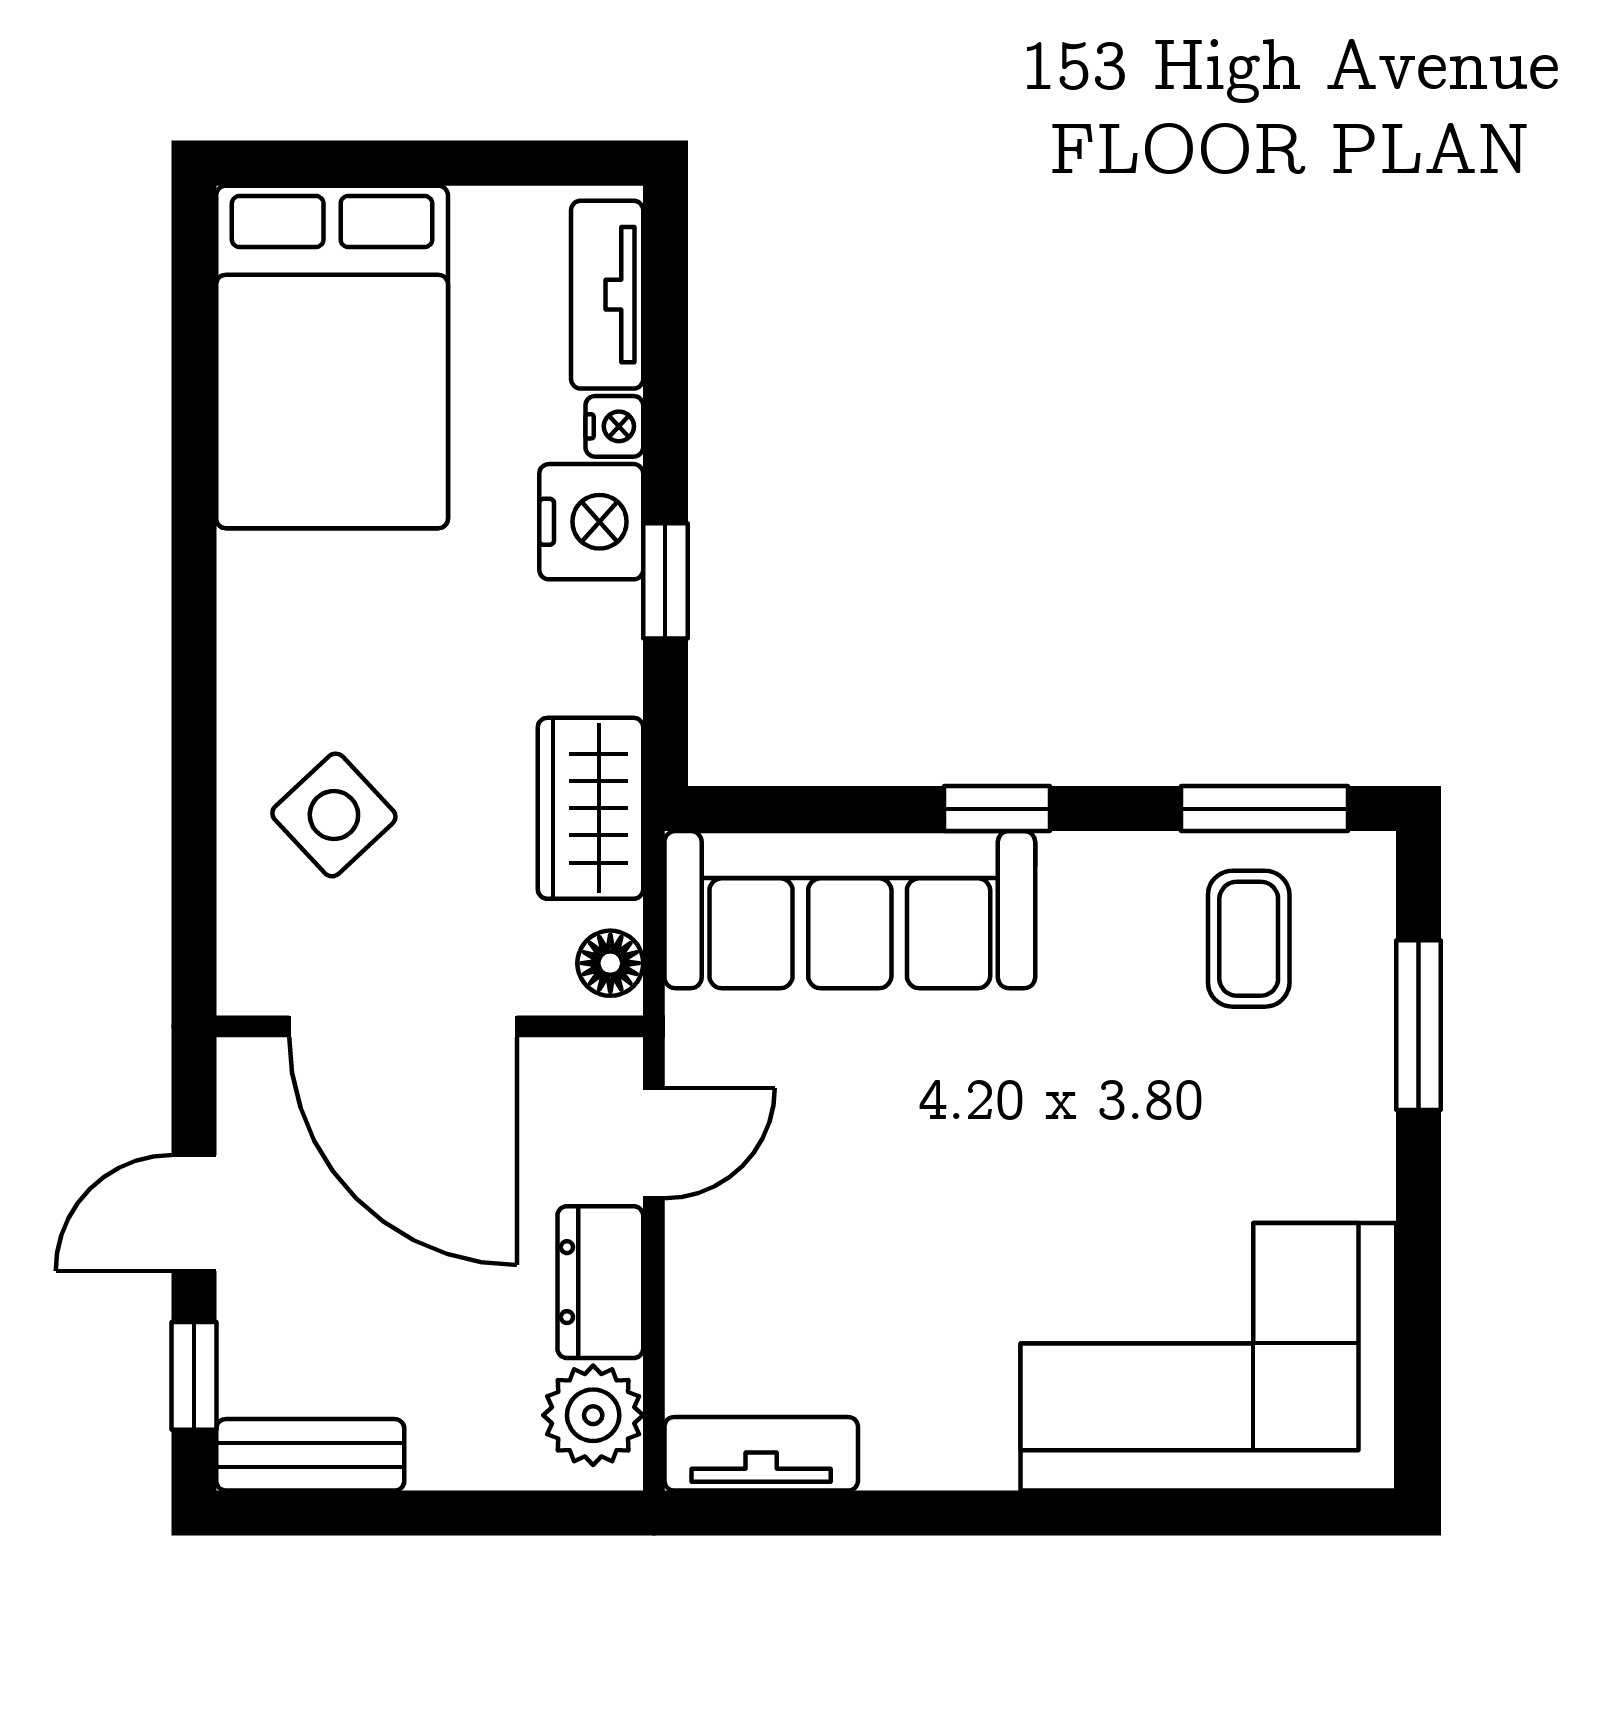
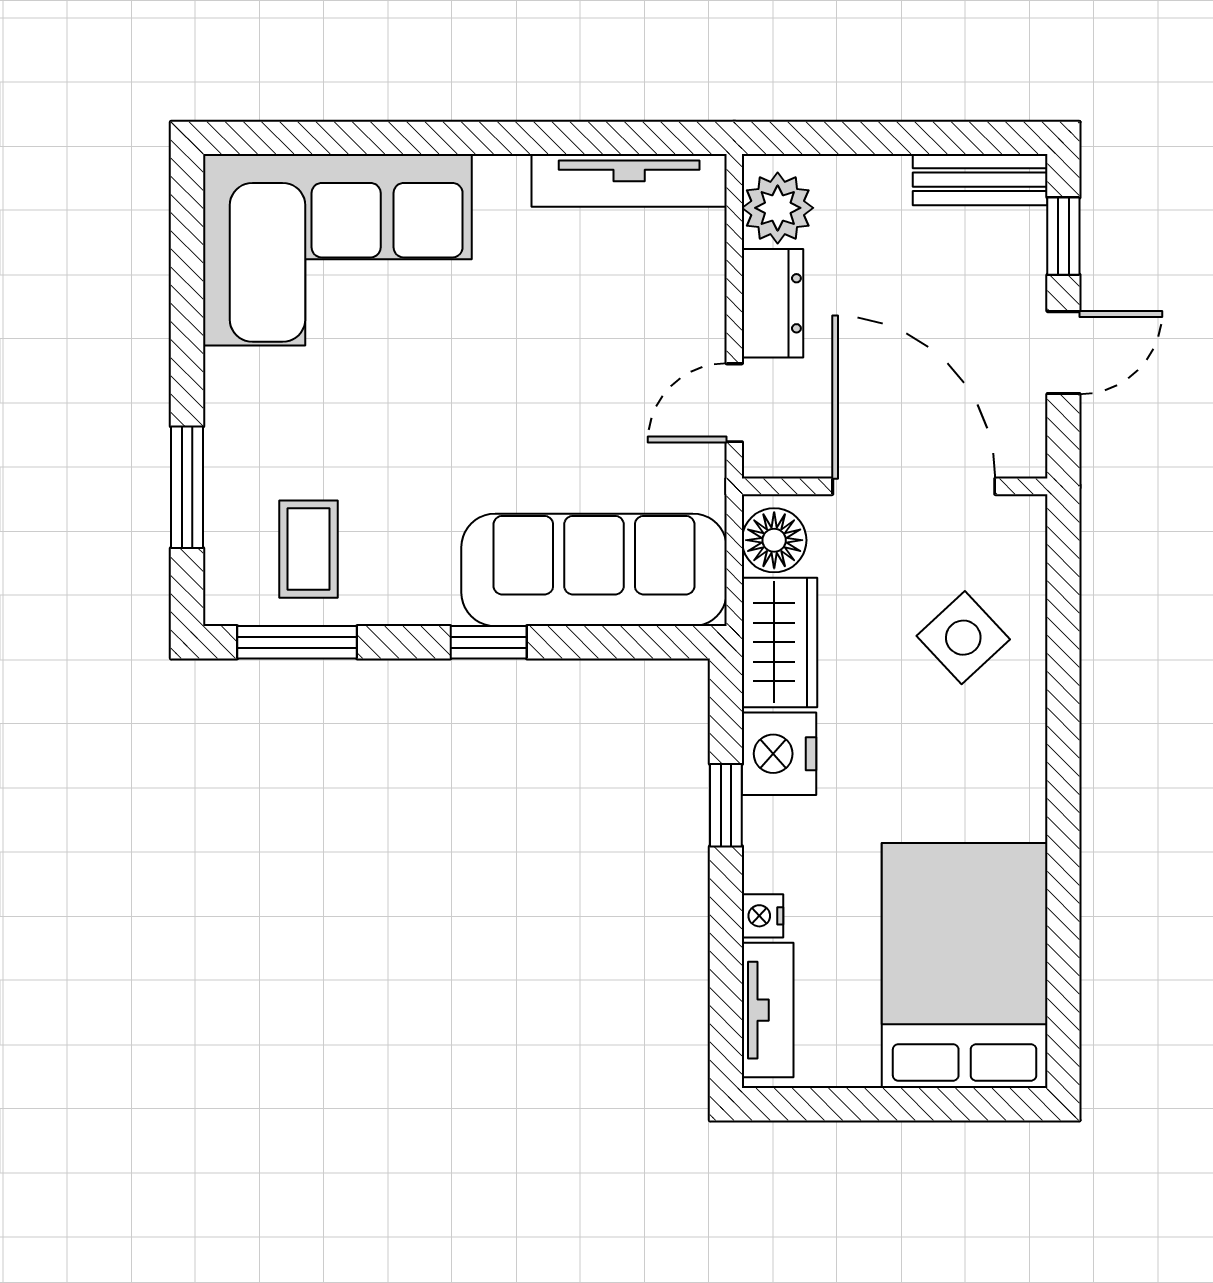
nightstand: (591, 522) -> (779, 754), moved
floor lamp: (610, 963) -> (774, 540), width x1.37, depth x1.37
tv unit: (761, 1454) -> (629, 180), width x1.41

